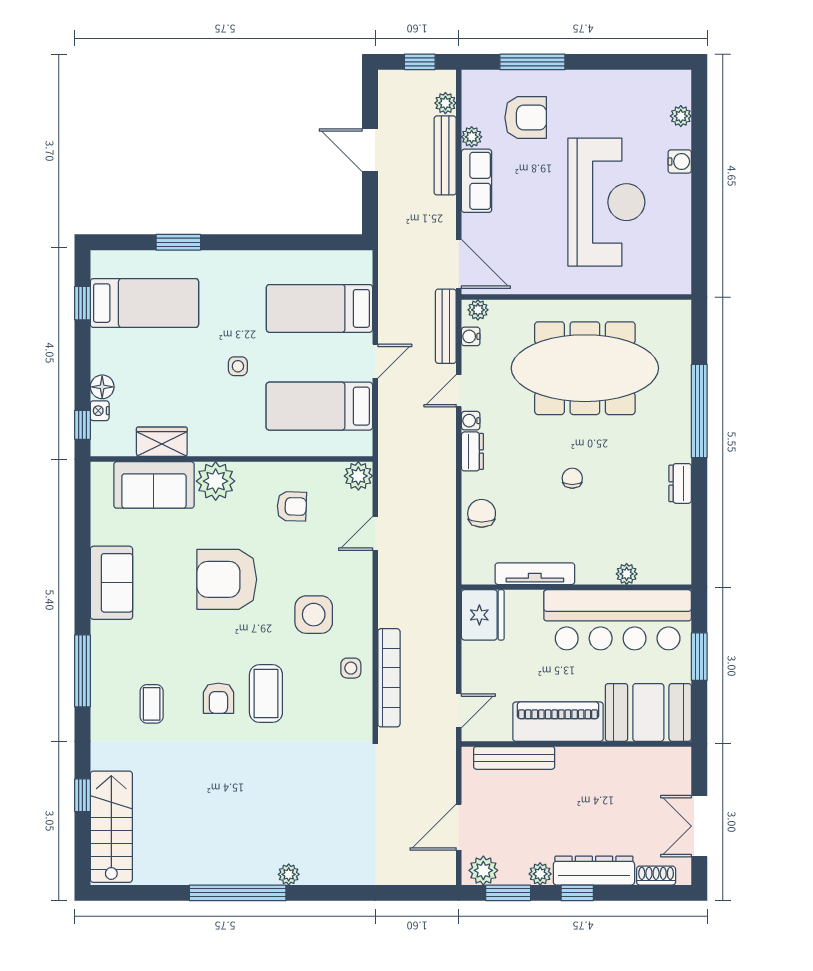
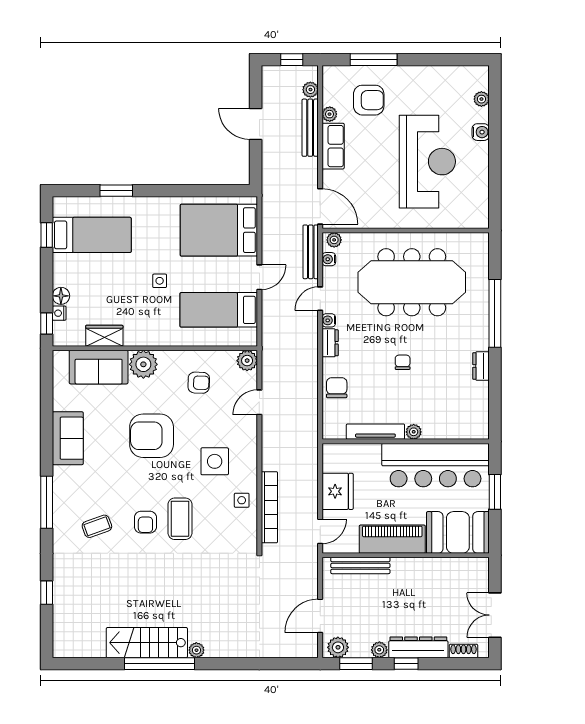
bed: (319, 308) -> (219, 230), width x1.50
plant: (627, 574) -> (414, 432), moved
fridge: (483, 615) -> (338, 491), moved
coffee table: (152, 704) -> (97, 526), turned 70
stairs: (111, 827) -> (147, 643), moved, turned -90

